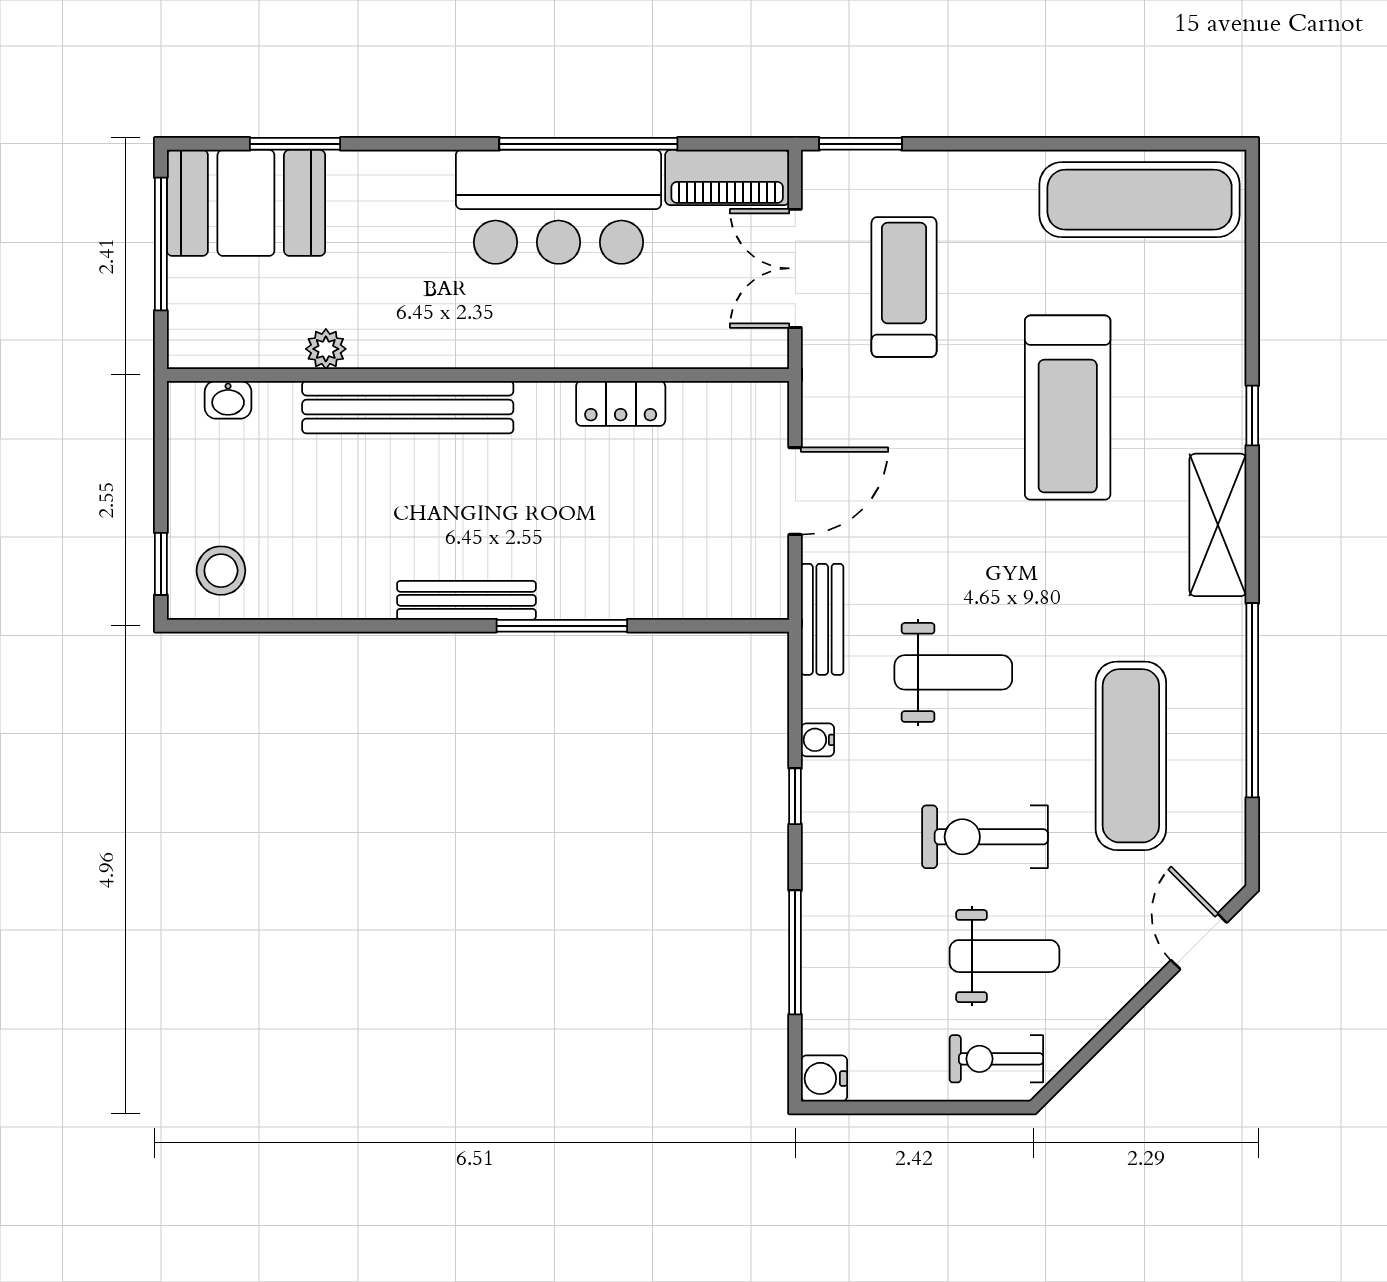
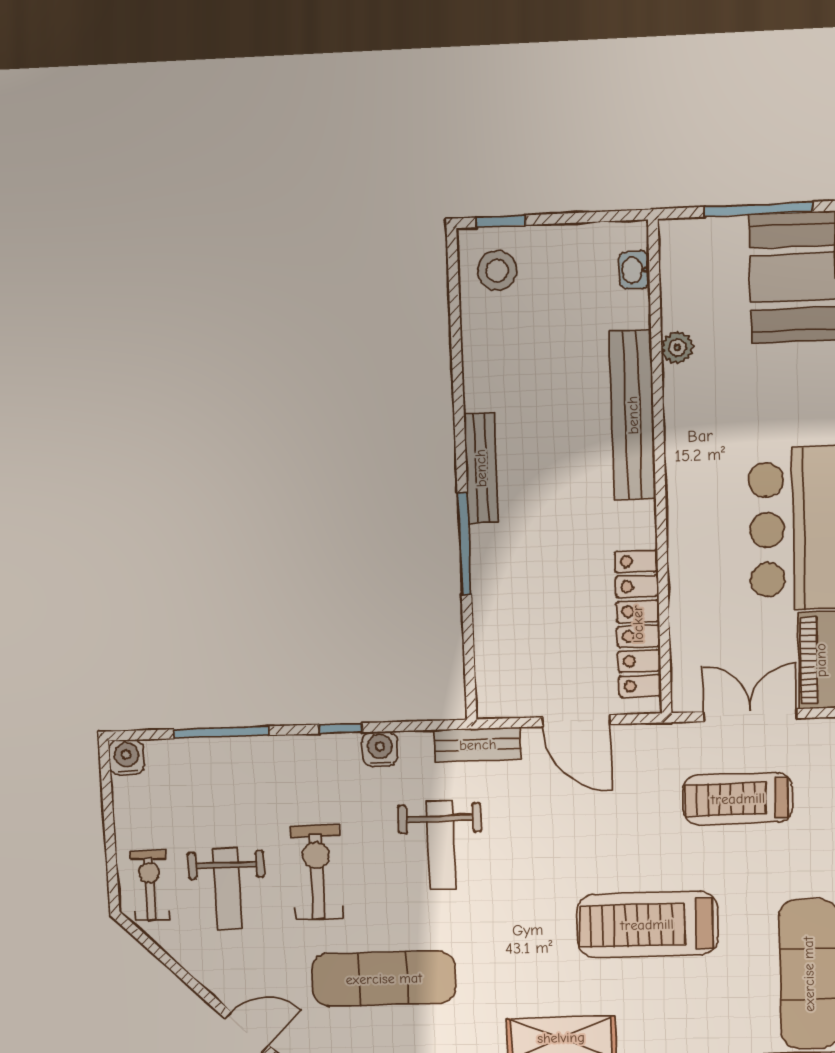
treadmill: (904, 287) -> (738, 799), turned 180
locker: (621, 403) -> (638, 624), width x2.16, depth x1.21
water cooler: (818, 740) -> (380, 749), width x1.38, depth x1.38

